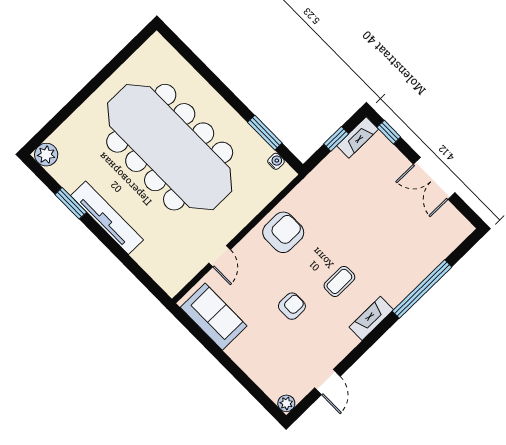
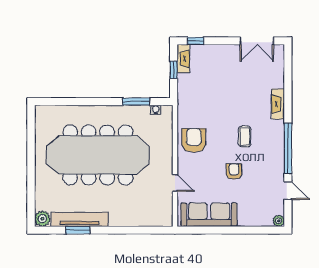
double door: (434, 178) -> (257, 41), moved
tv unit: (107, 218) -> (80, 219), moved
window: (422, 289) -> (288, 148), moved
sofa: (214, 317) -> (209, 215), width x1.36
fireplace: (371, 318) -> (278, 104), moved

